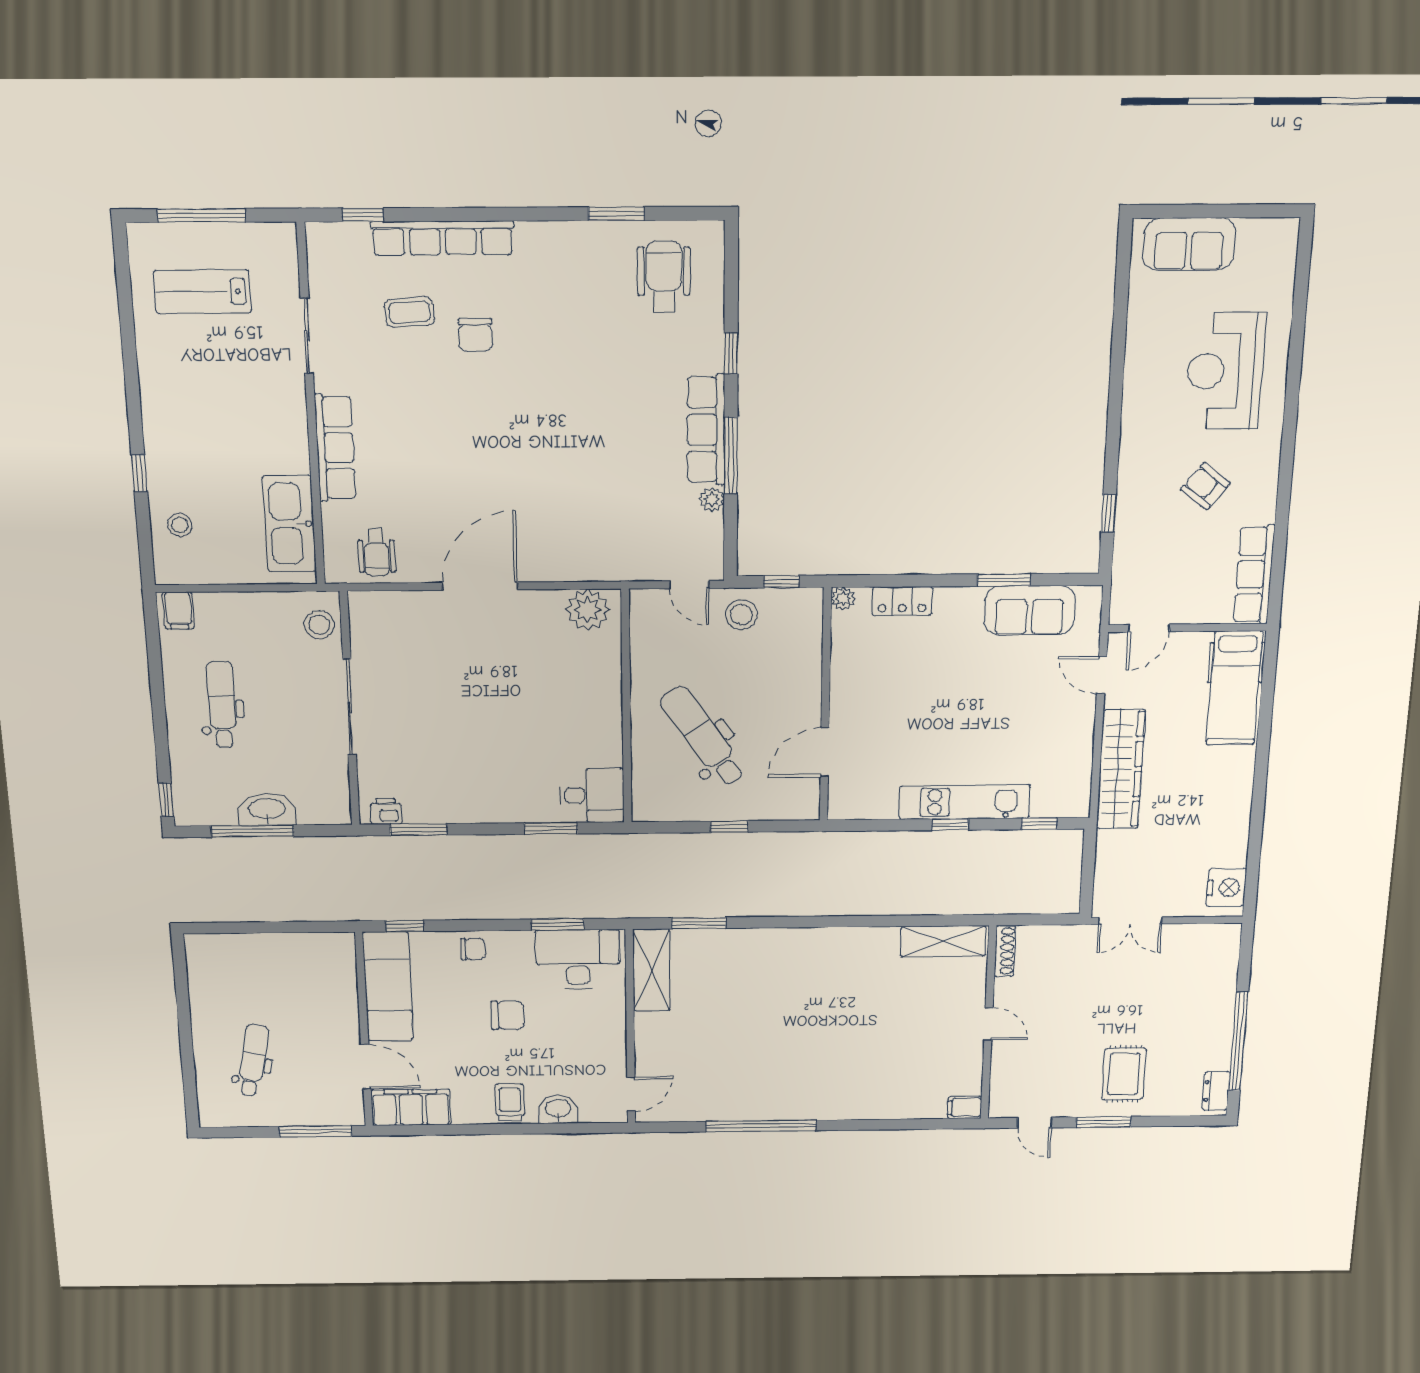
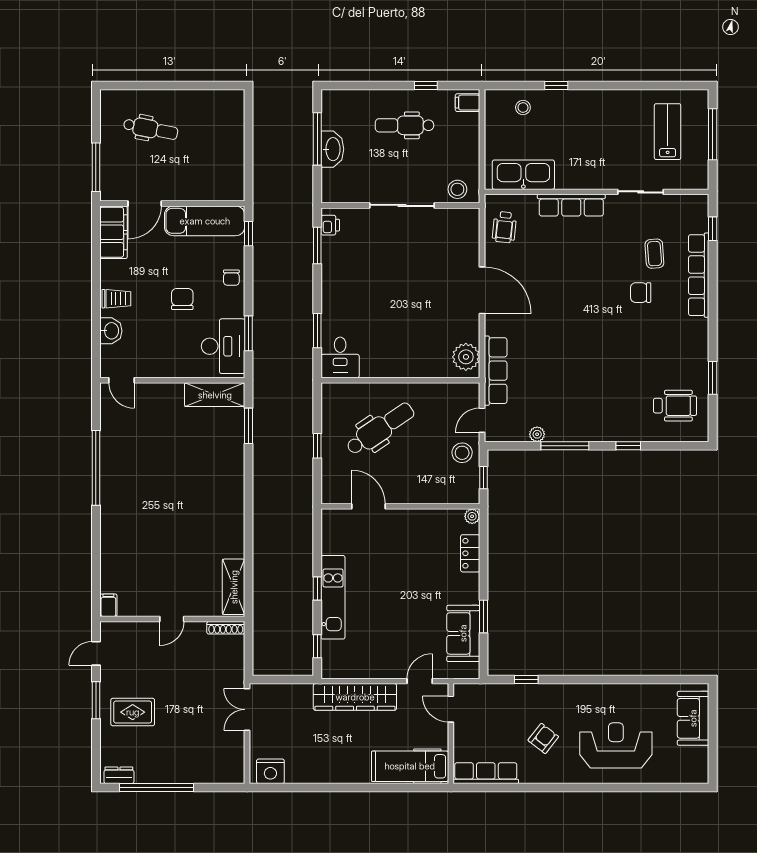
row of seats: (706, 430) -> (496, 371), moved, turned 90
wheelchair: (376, 552) -> (504, 227), turned -84
dental chair: (222, 705) -> (405, 125), turned 180
window: (166, 800) -> (426, 85), moved
chair: (508, 1015) -> (182, 299), turned 180

